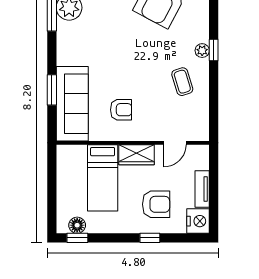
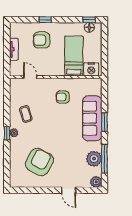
window: (52, 90) -> (104, 122), moved
sofa: (72, 104) -> (92, 118), moved
door: (175, 143) -> (30, 77), hinge flipped
wardrobe: (137, 155) -> (53, 70), removed
nightstand: (198, 221) -> (91, 69), moved, turned -90

